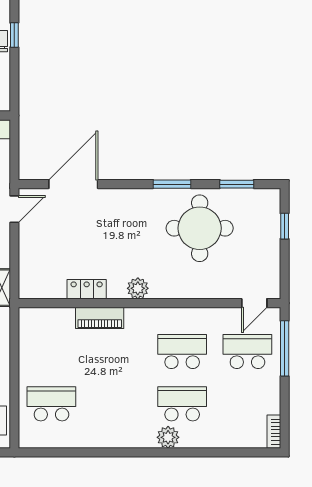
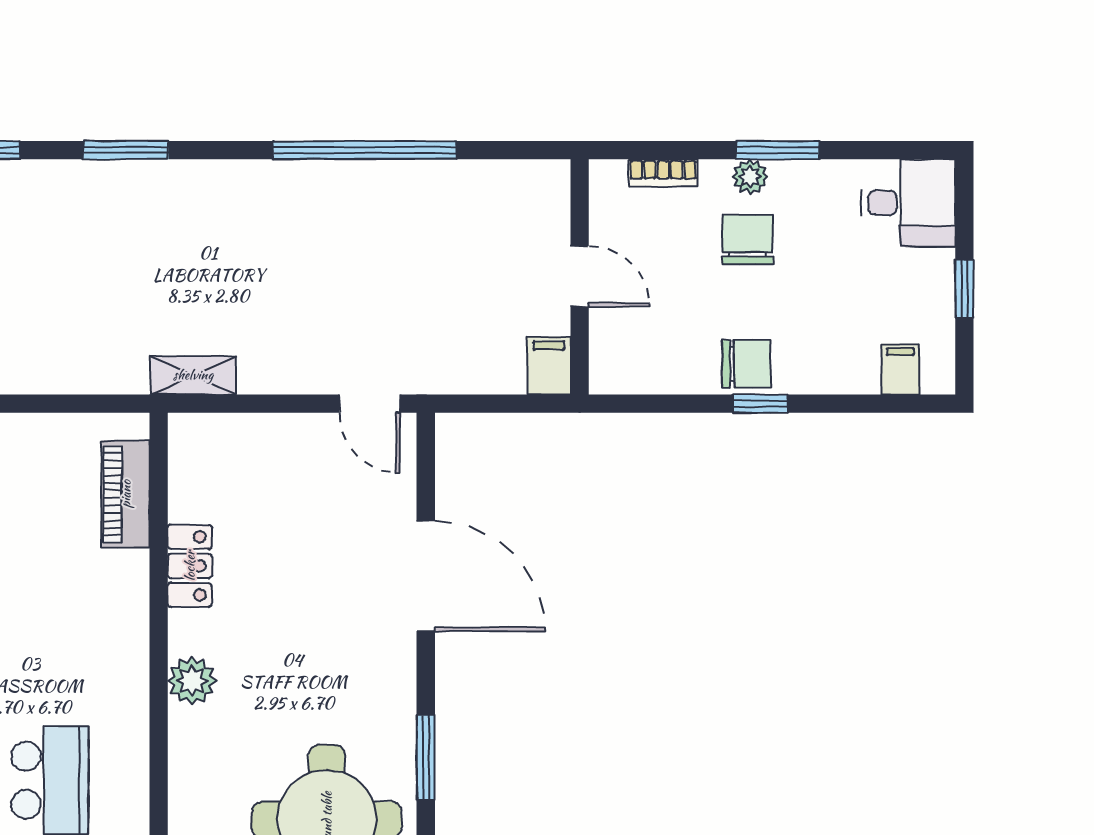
door: (73, 184) -> (426, 576), moved
piano: (100, 318) -> (126, 494), moved

